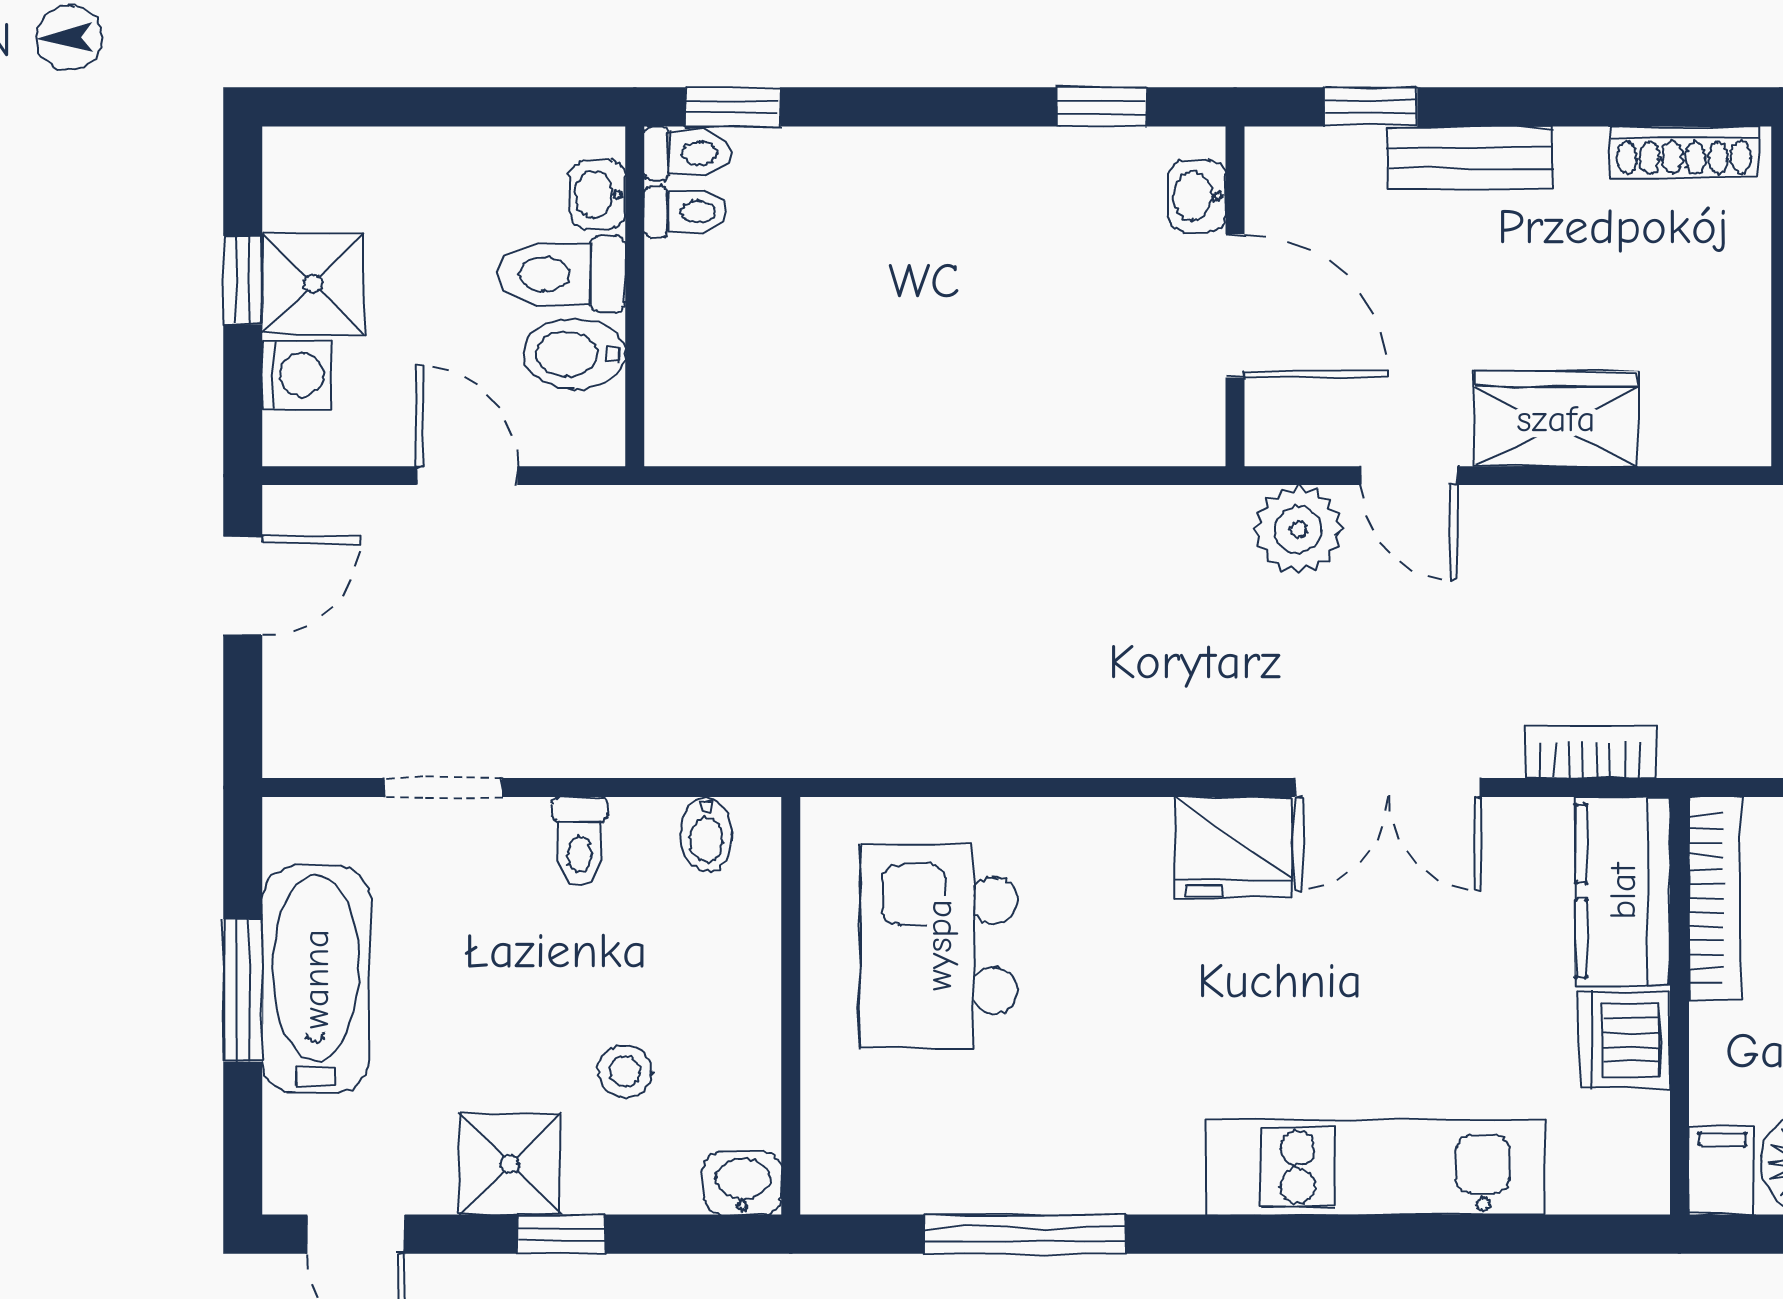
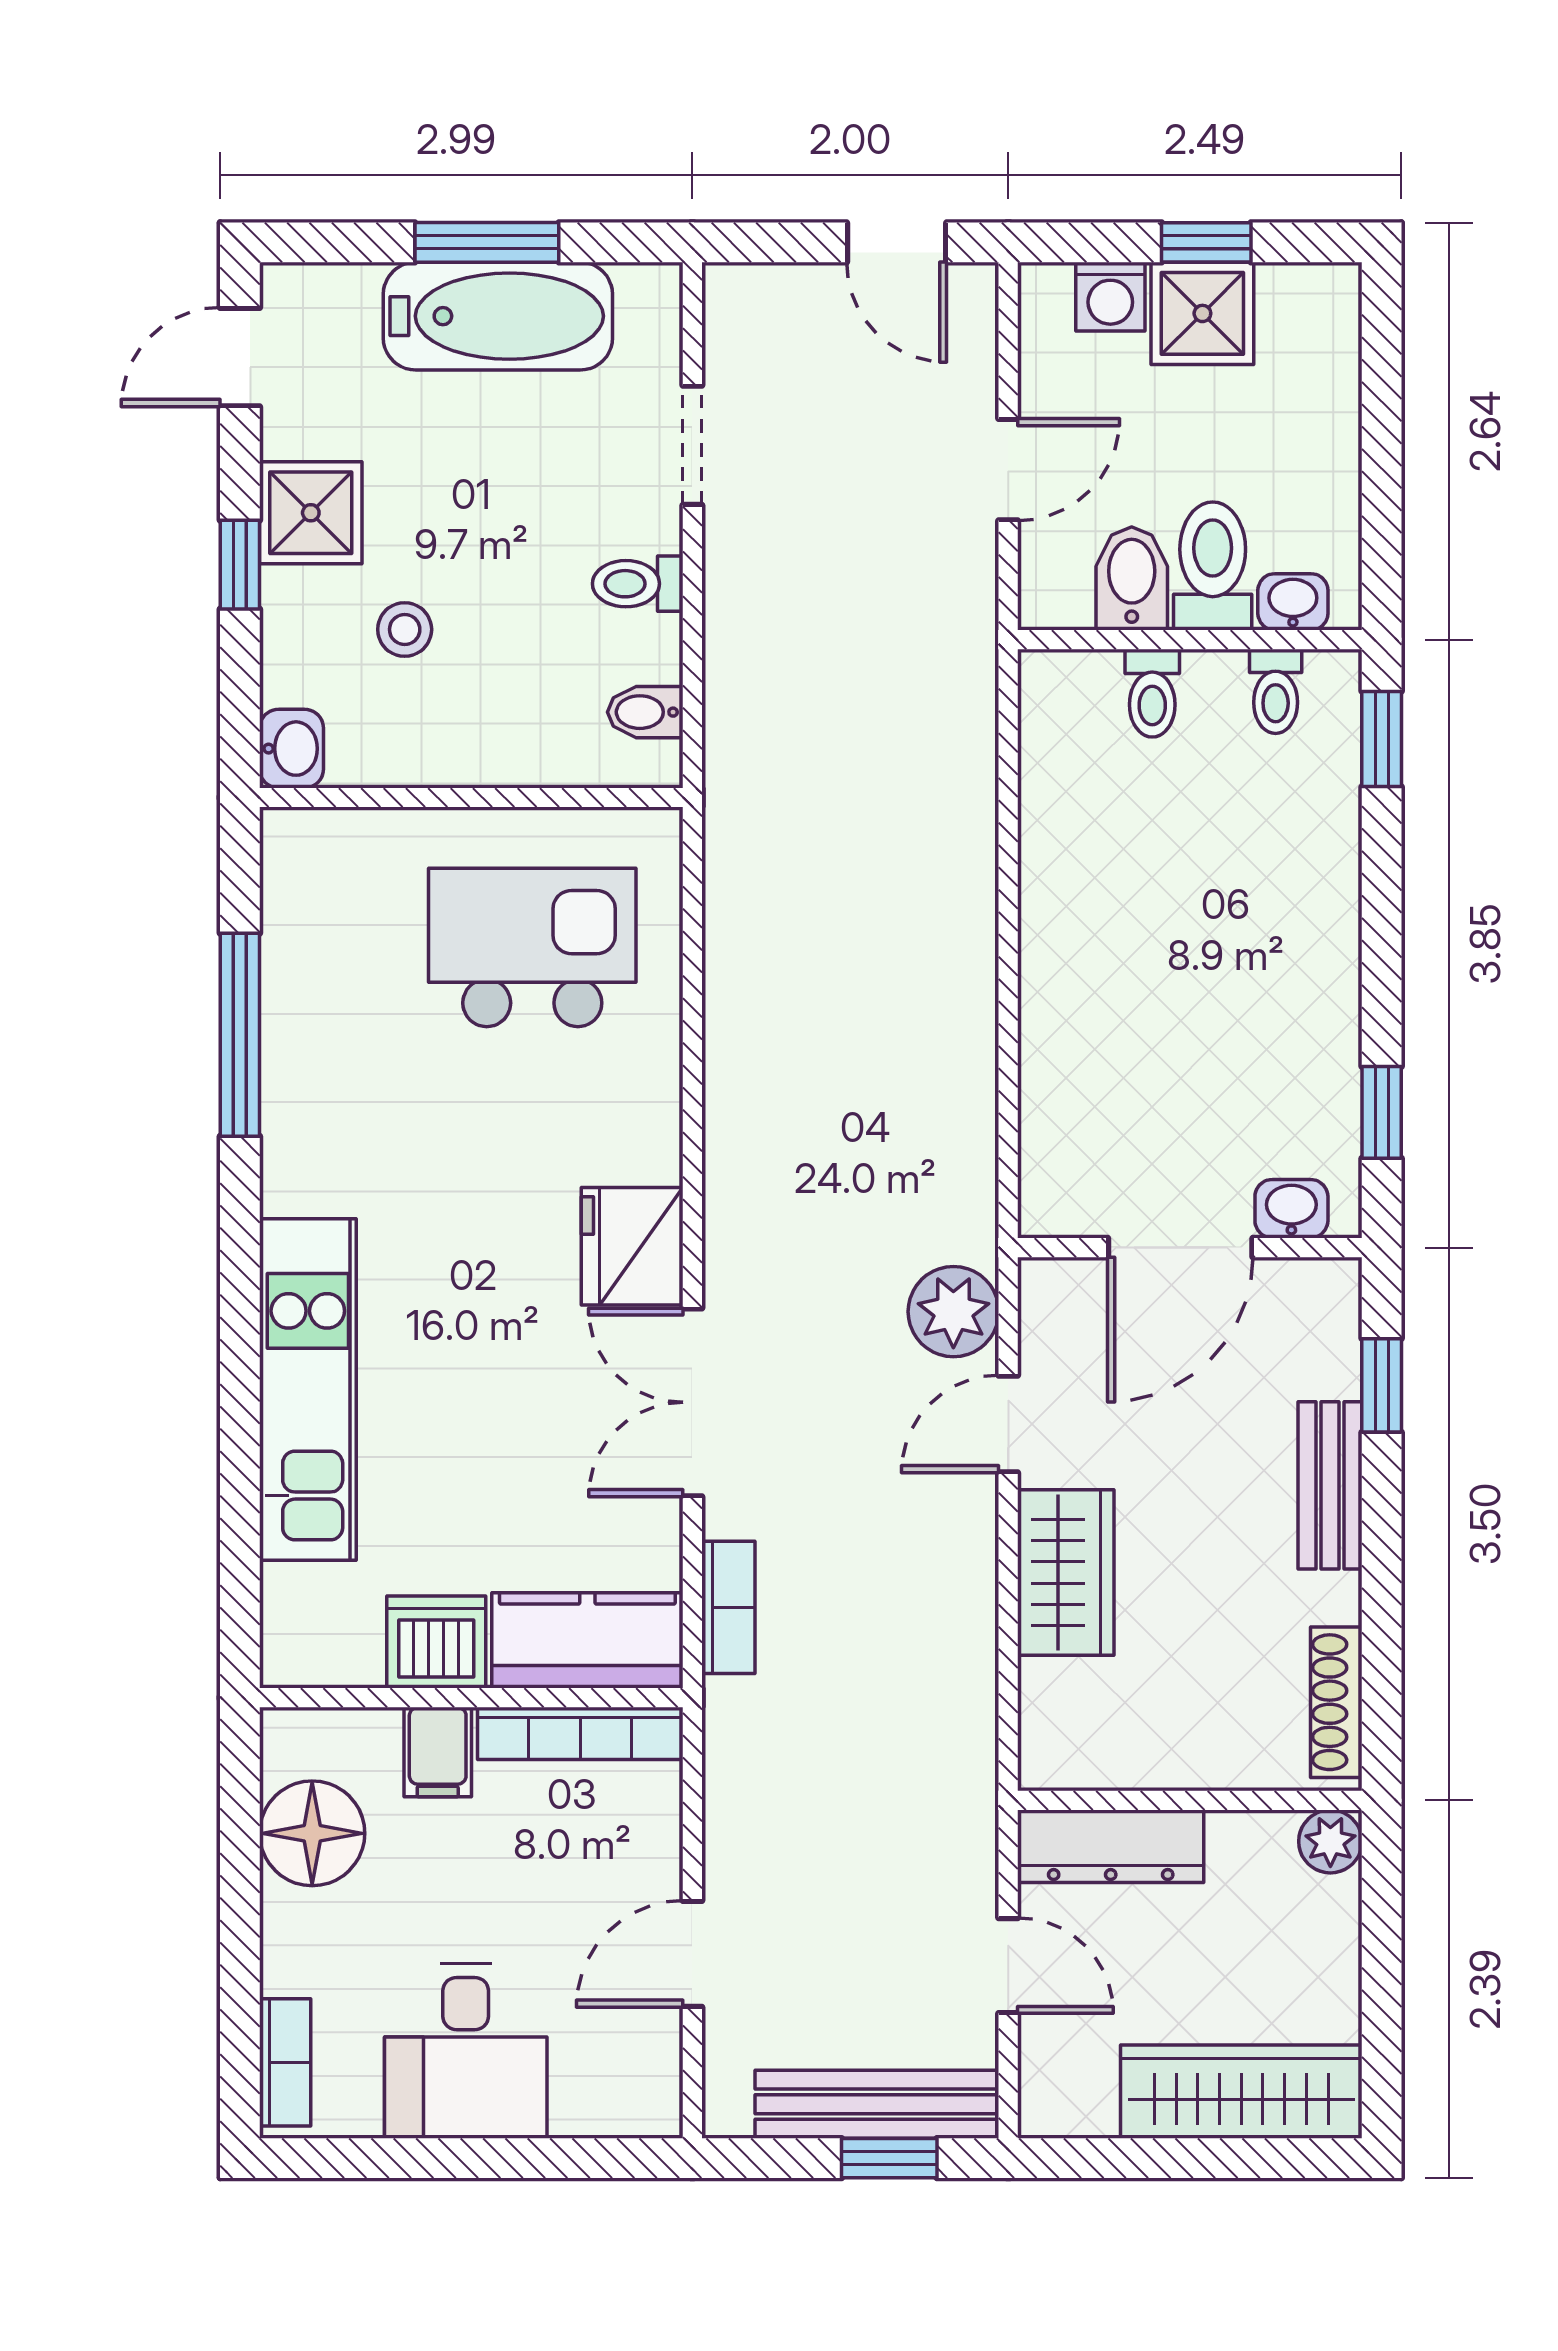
toilet: (688, 153) -> (1152, 693), moved
filing cabinet: (1722, 1170) -> (438, 1752), moved, turned 90

